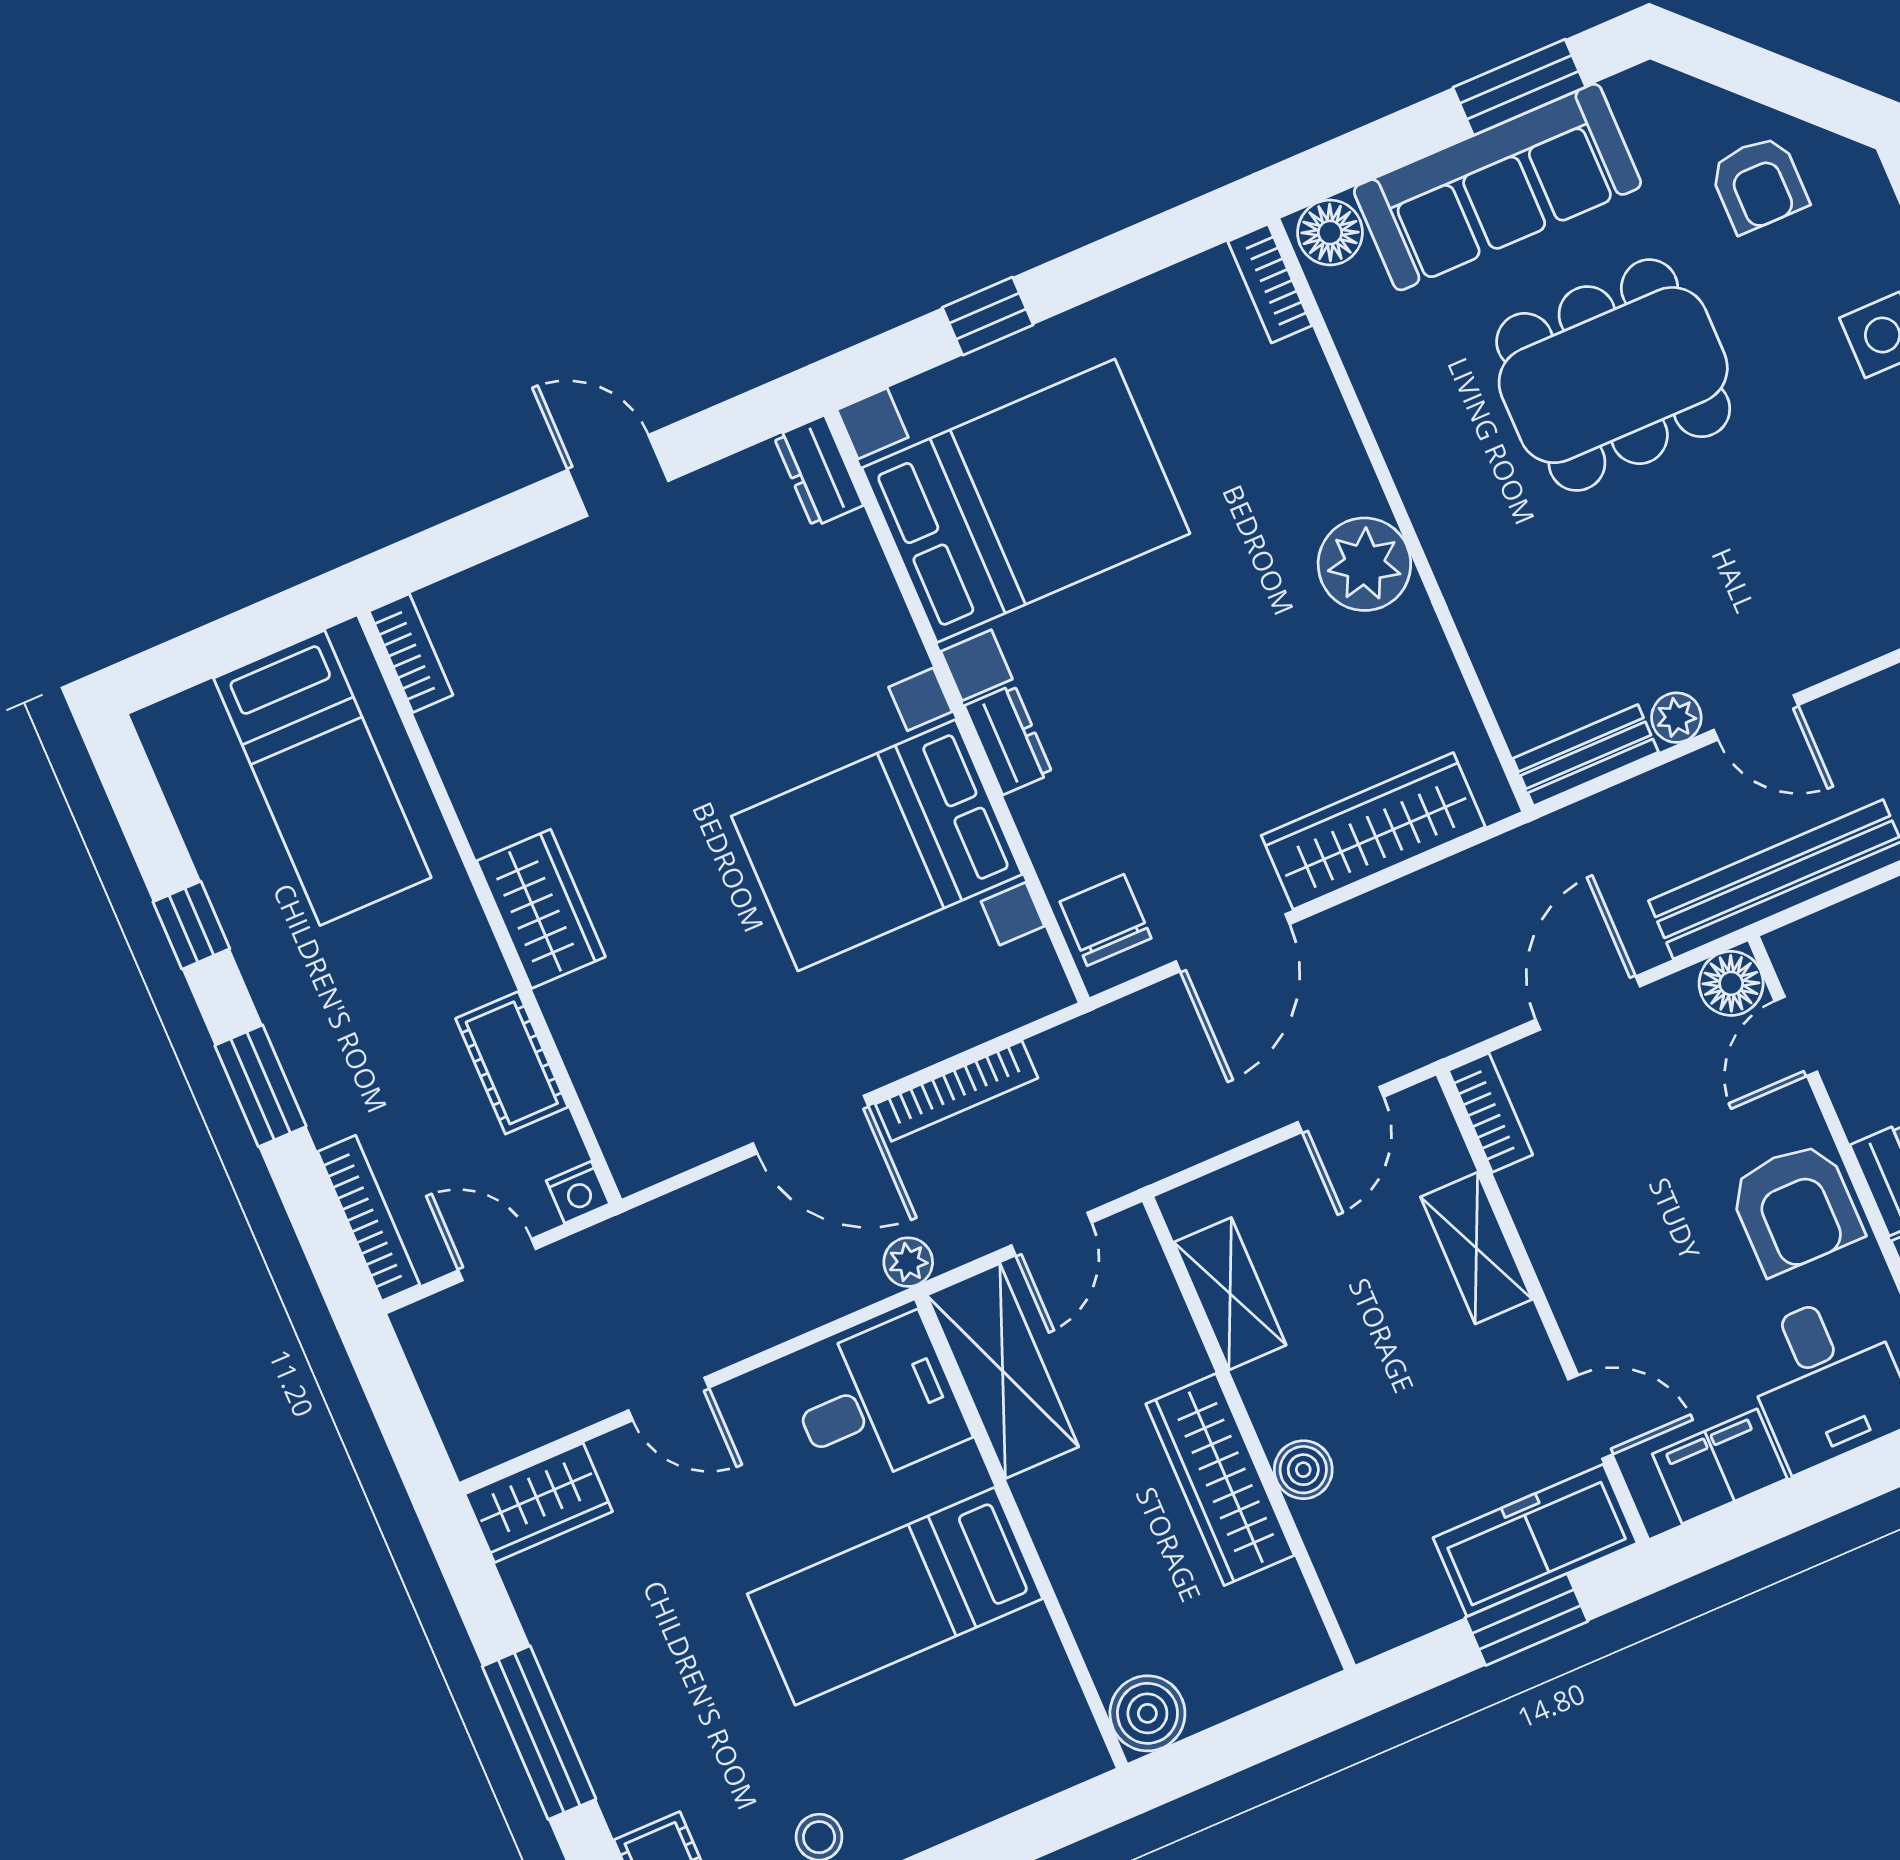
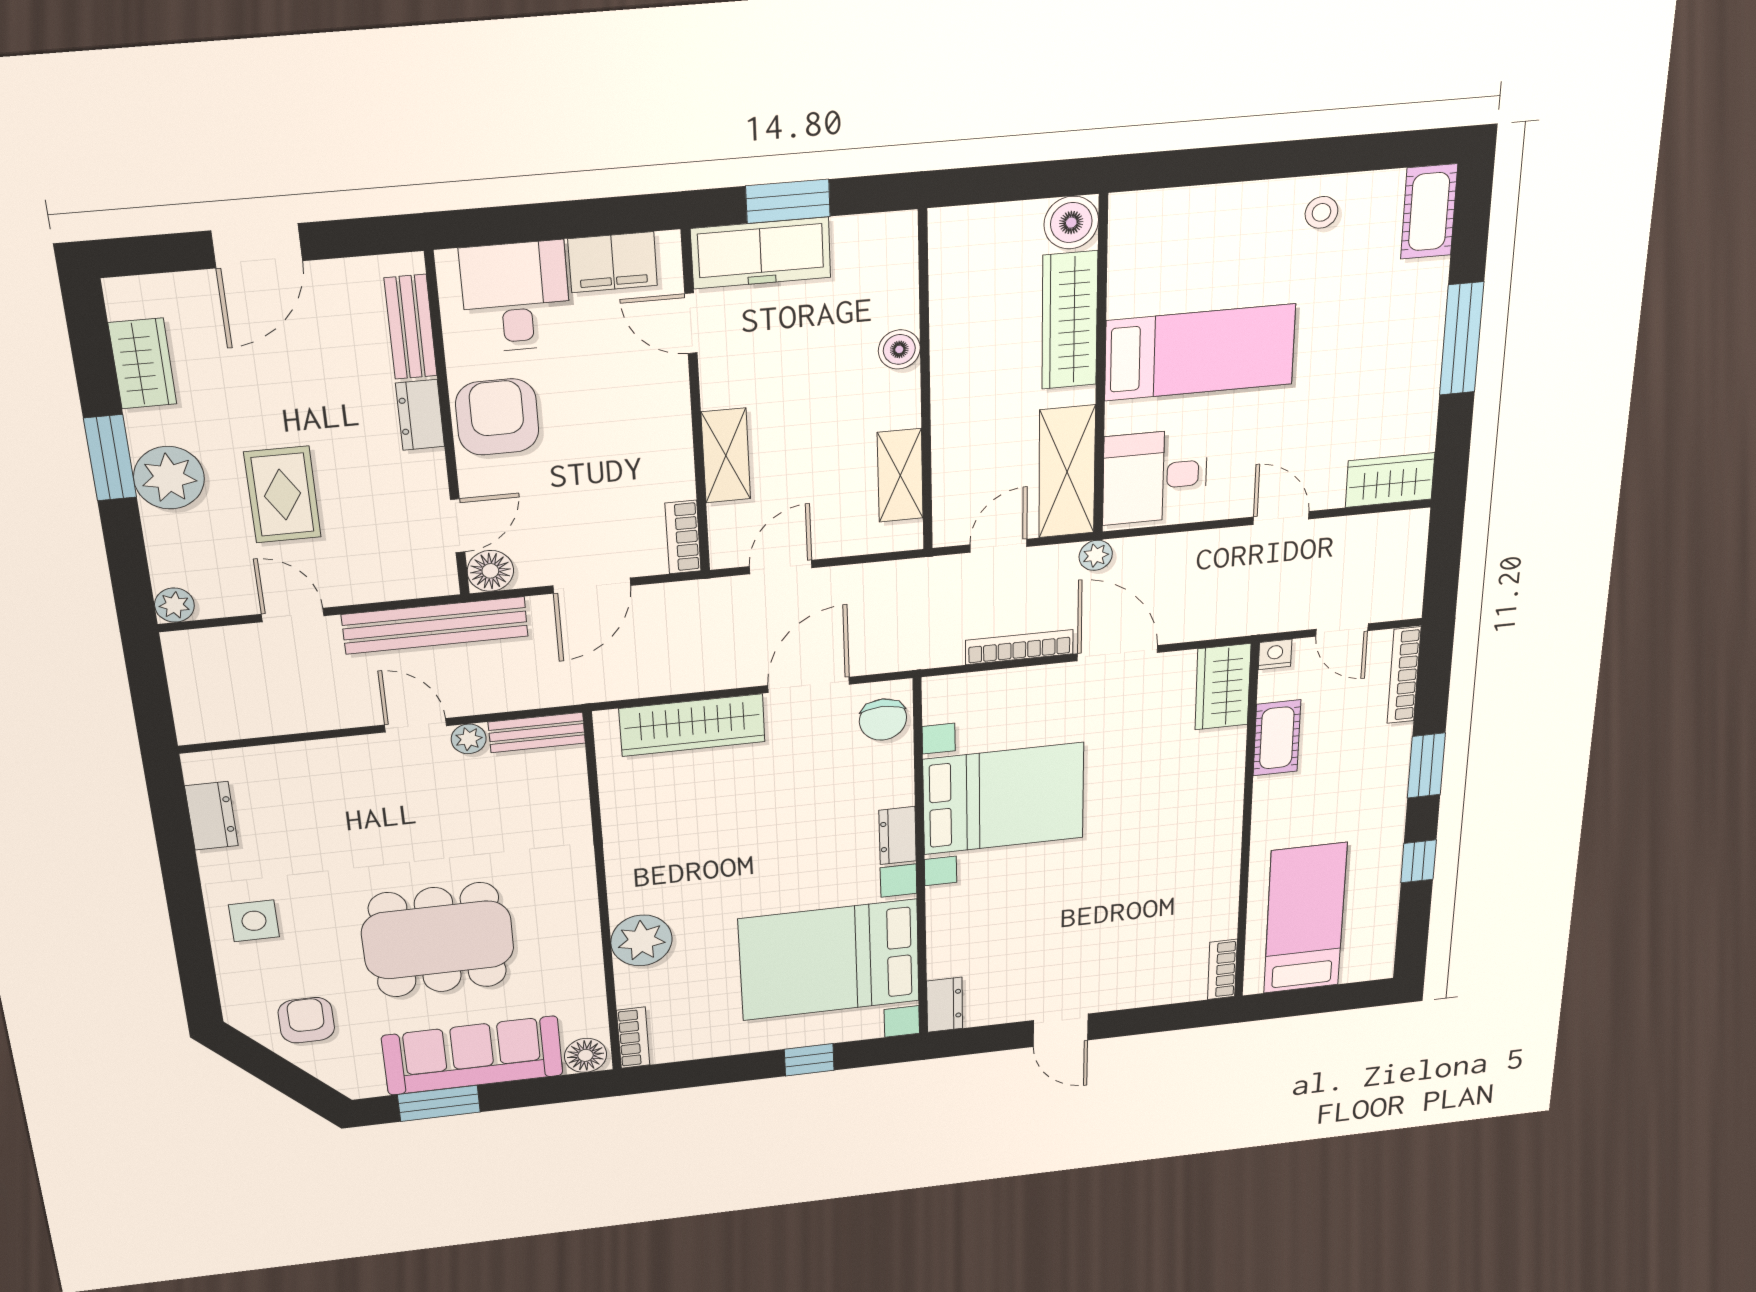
plant: (1364, 564) -> (641, 940), moved
wardrobe: (541, 909) -> (1223, 687), moved
wardrobe: (1220, 1480) -> (1070, 320), moved, turned 180

